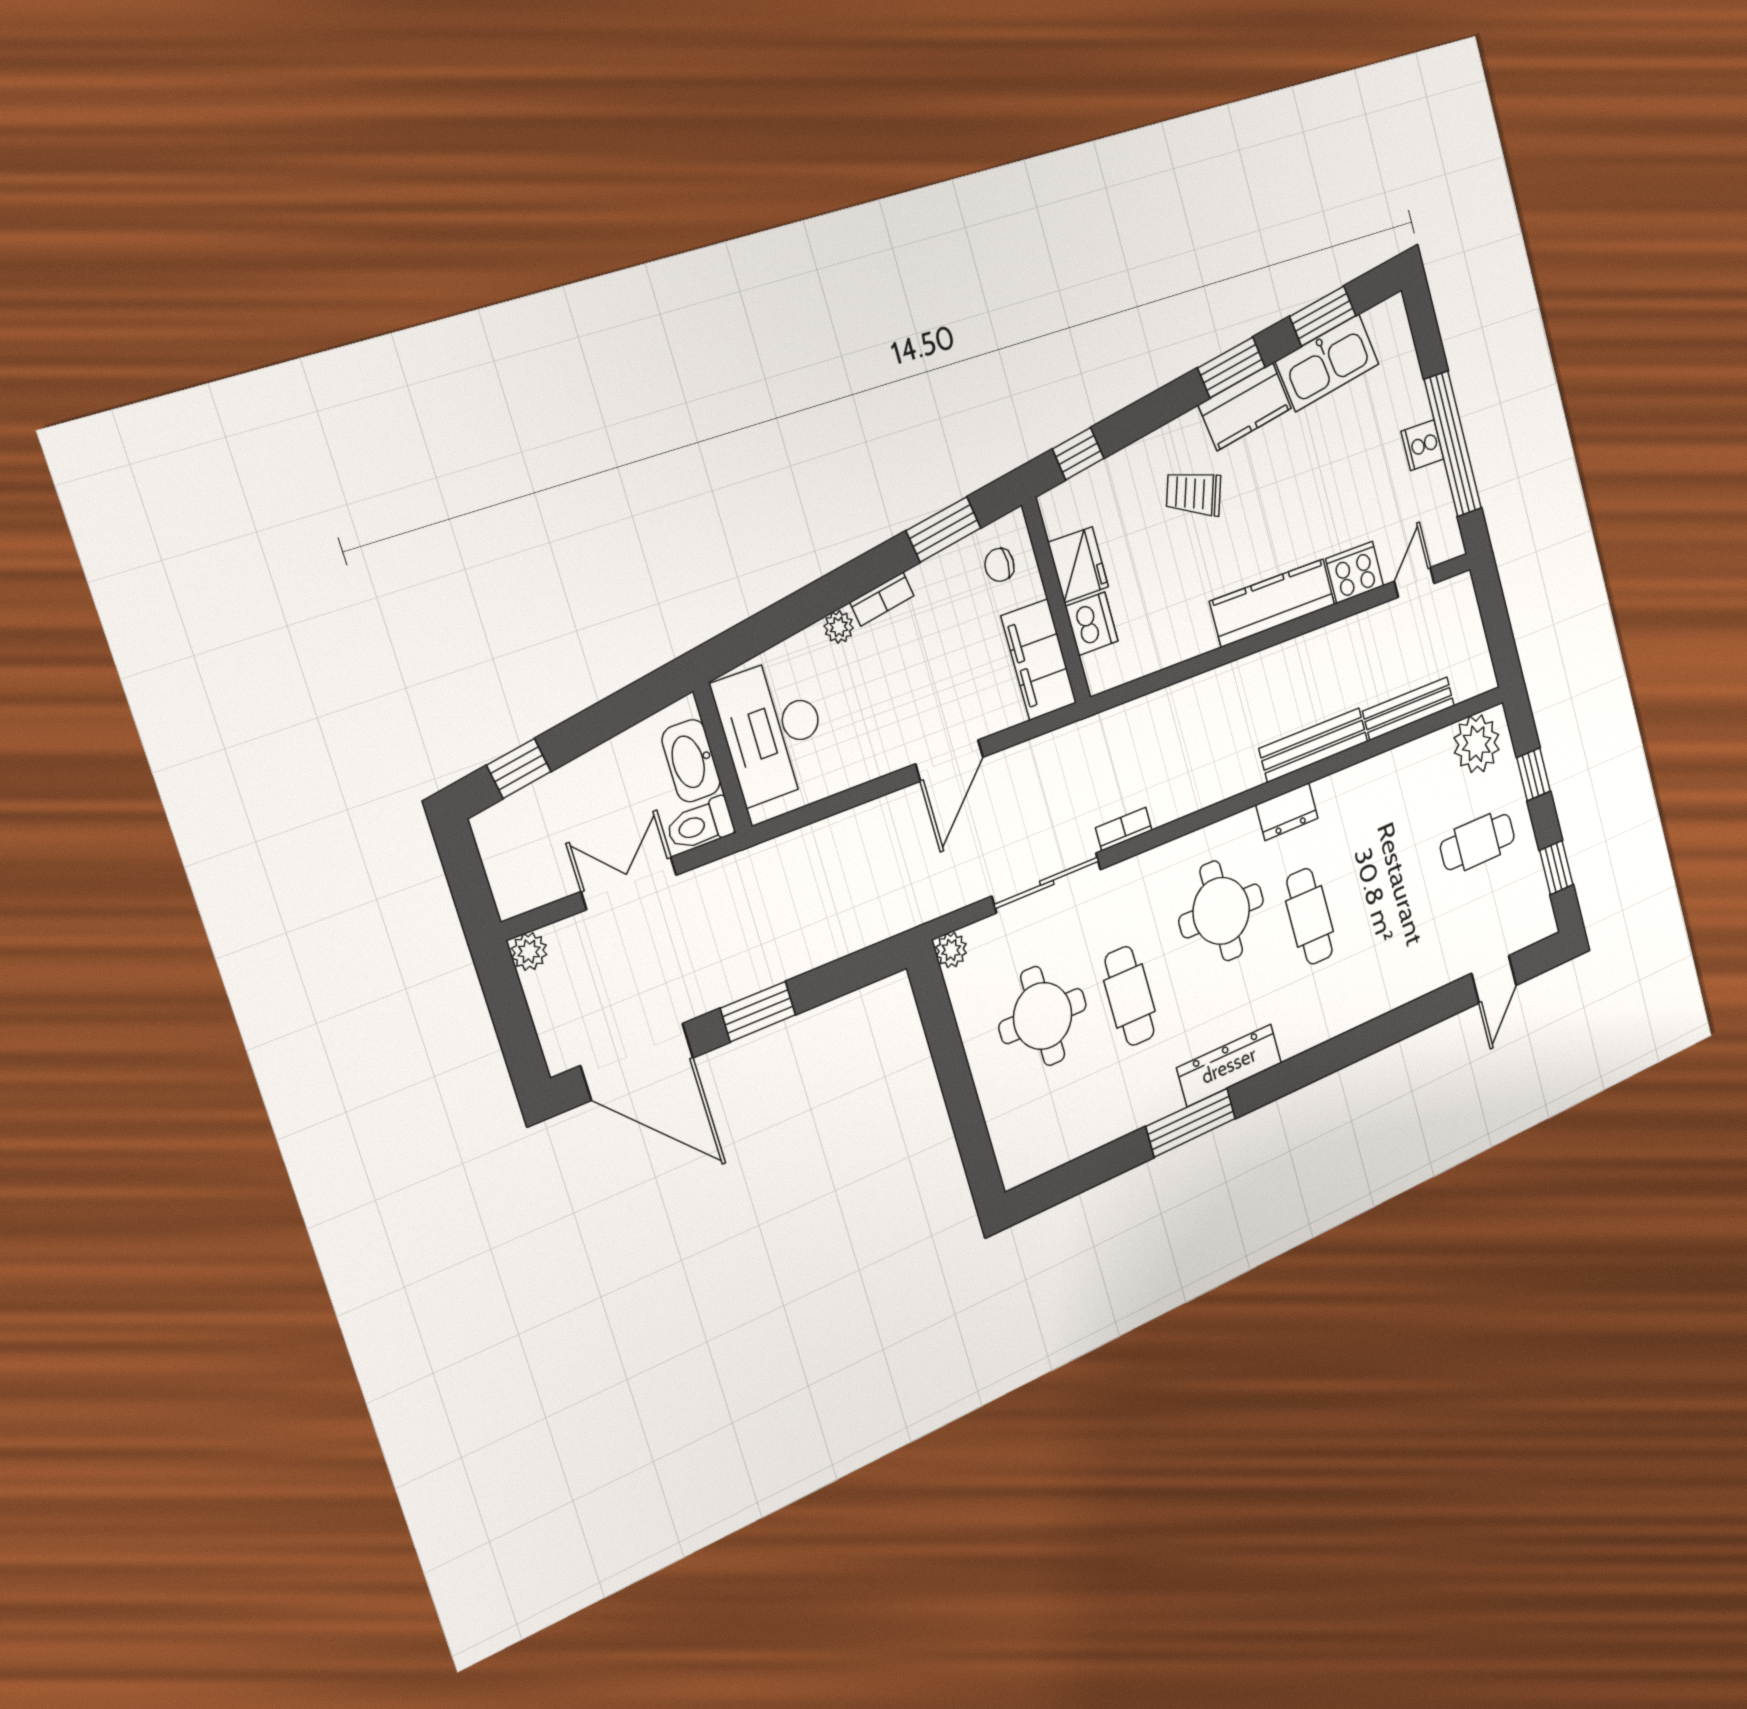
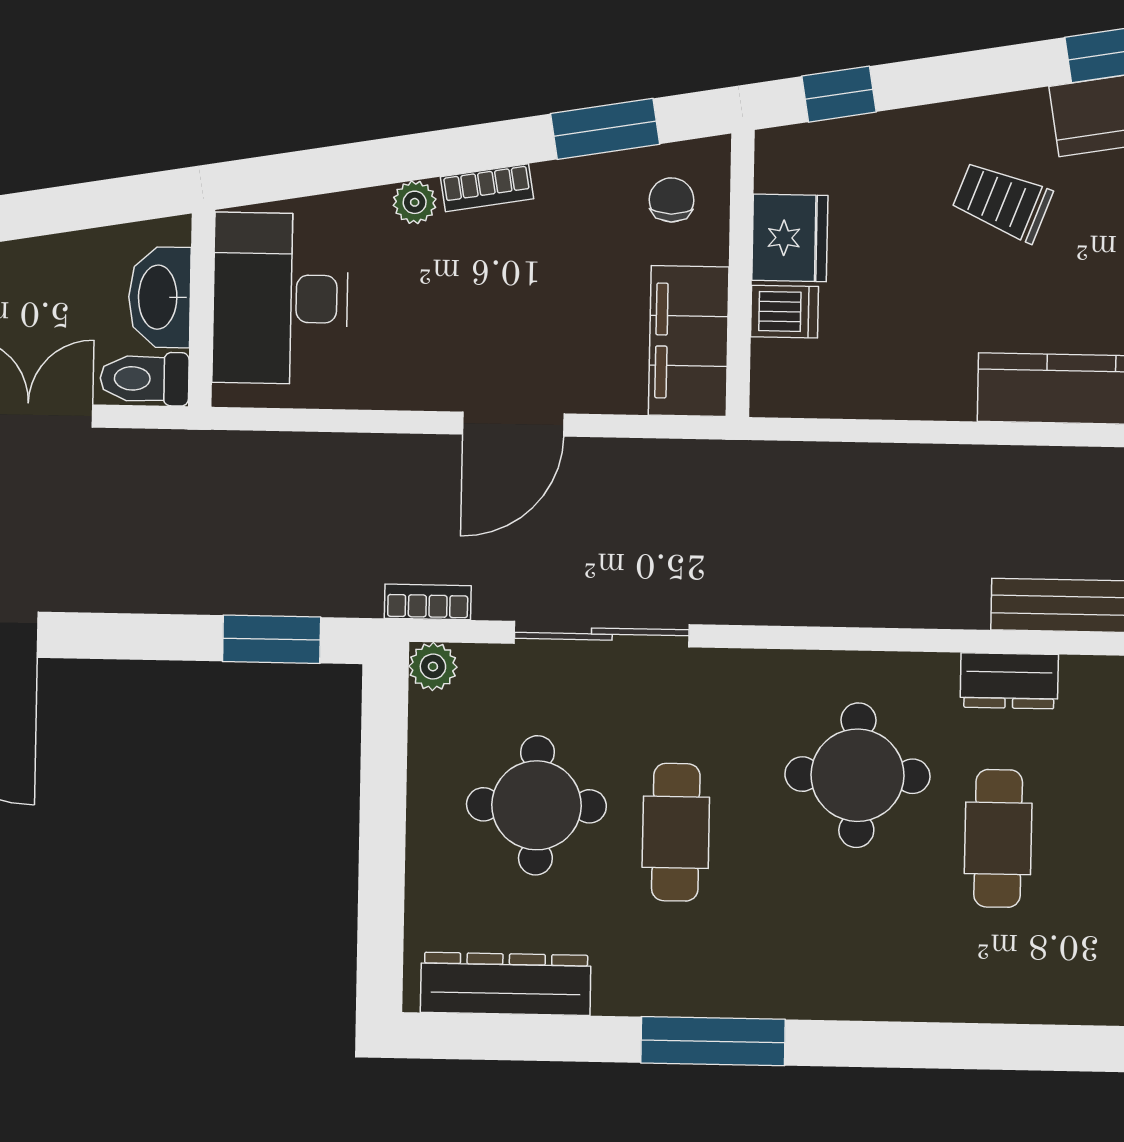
chair: (999, 565) -> (671, 200), turned 90
dishwasher: (1092, 624) -> (785, 312), width x0.73
bookcase: (1124, 829) -> (428, 602), moved
window: (758, 1011) -> (272, 639), moved
dresser: (1229, 1065) -> (506, 984), moved

